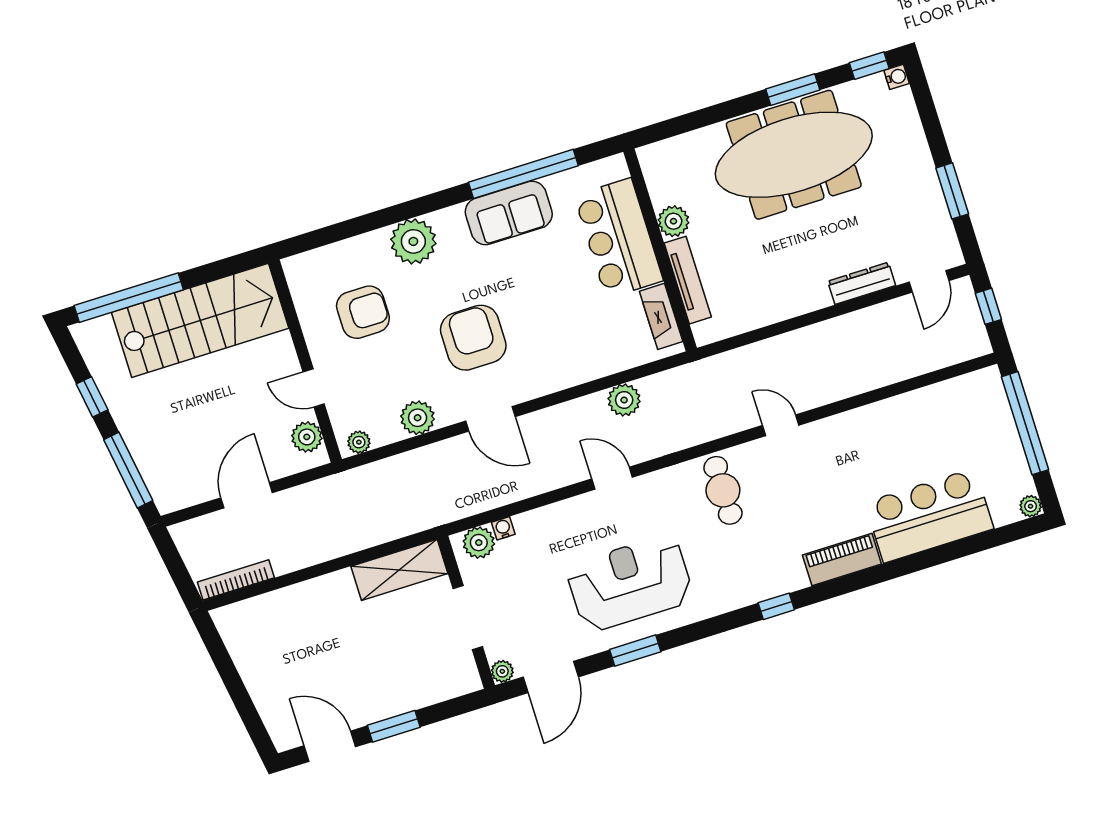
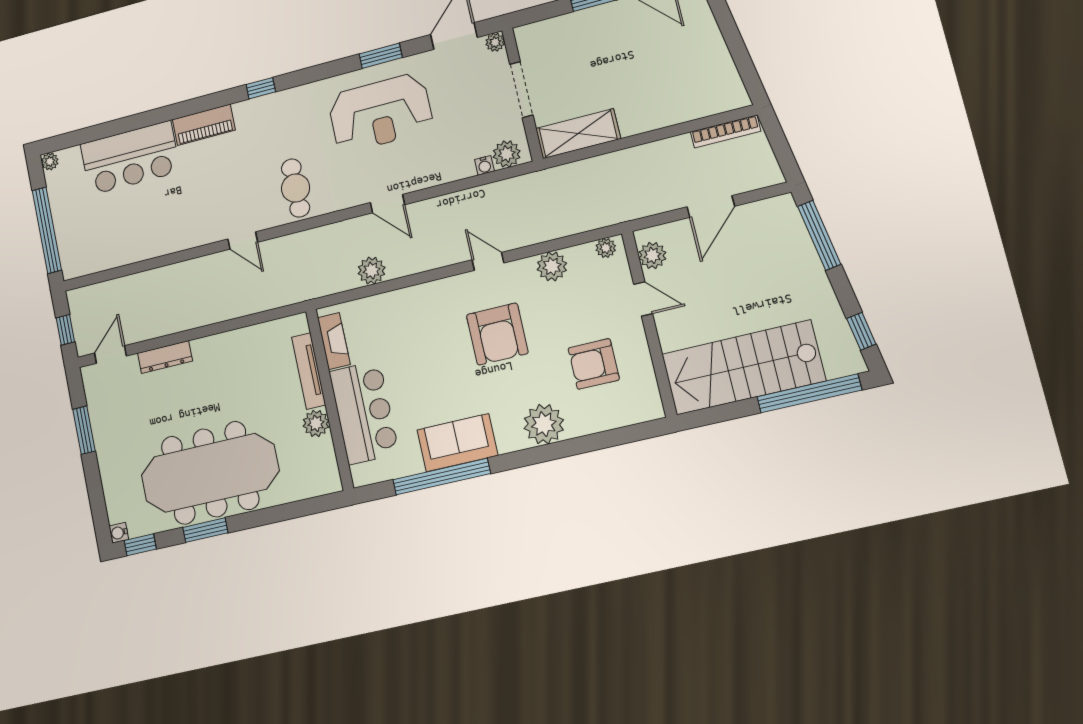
window: (92, 397) -> (861, 331), moved
door: (490, 419) -> (488, 261), width x0.73

